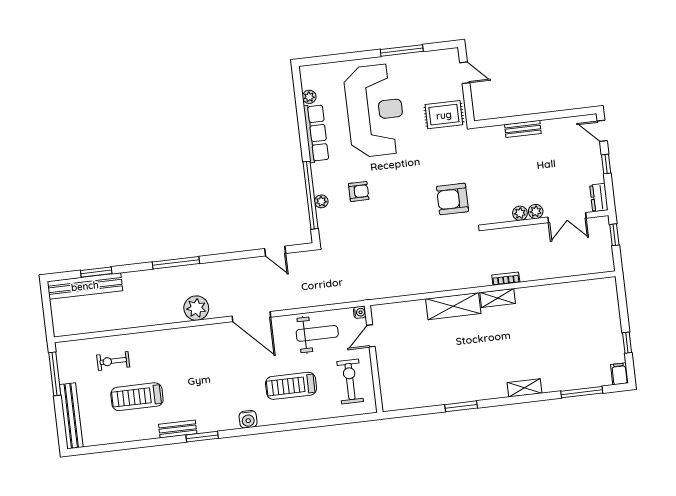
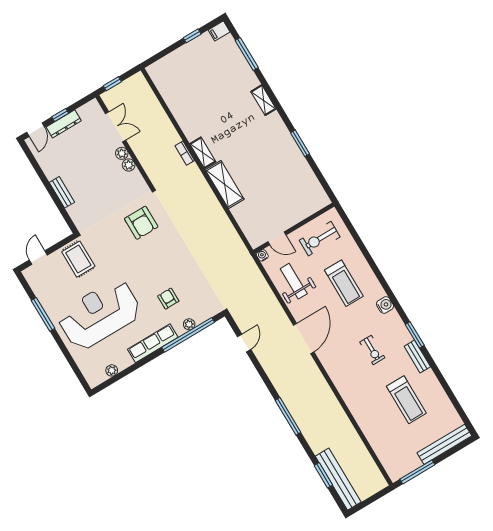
row of seats: (316, 133) -> (153, 343), moved
dresser: (599, 198) -> (64, 124), moved, width x1.44
plant: (196, 308) -> (316, 385), removed
exercise bike: (113, 361) -> (372, 350), moved

